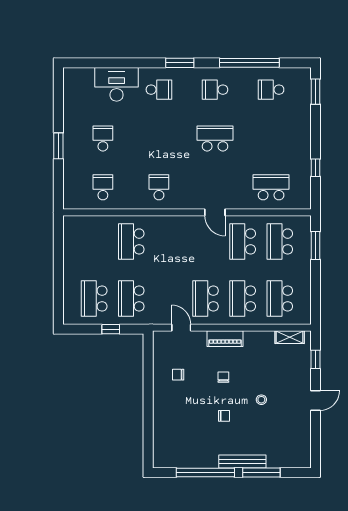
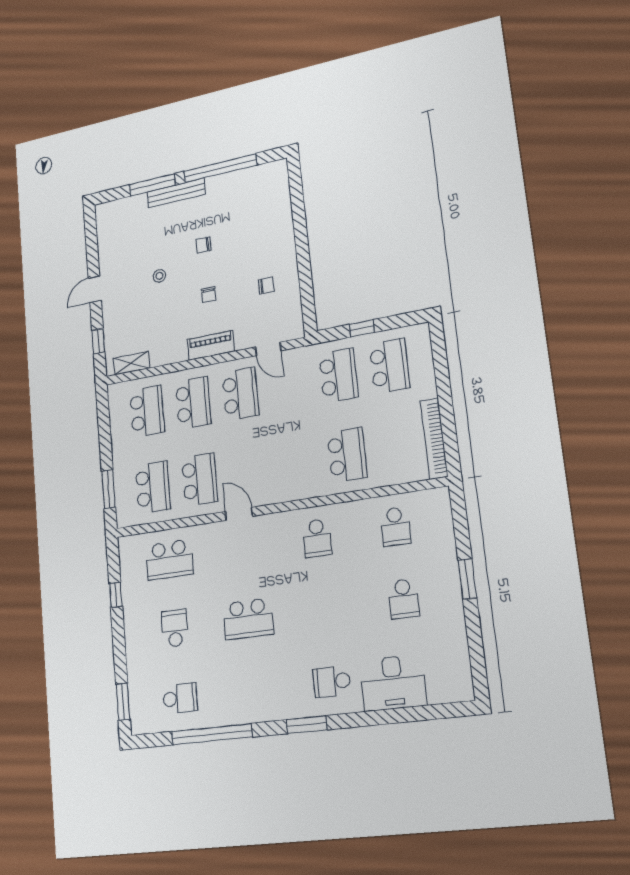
school desk: (215, 90) -> (175, 628), moved, turned -90
bookcase: (69, 243) -> (434, 439), added

